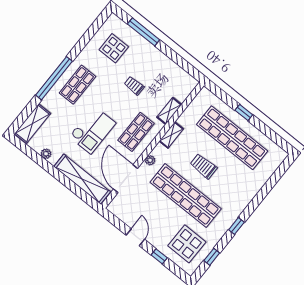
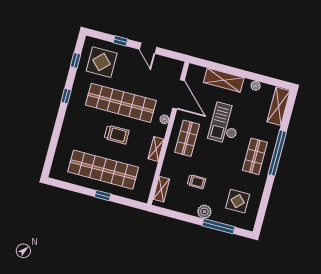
plant: (151, 52) -> (204, 212), added
trolley: (134, 86) -> (196, 182), moved
shelving: (169, 111) -> (161, 189), moved
shelving: (82, 179) -> (224, 80), width x0.68

